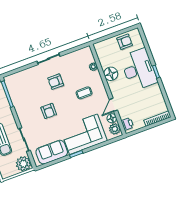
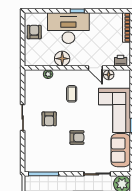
plant: (115, 129) -> (121, 76), removed

